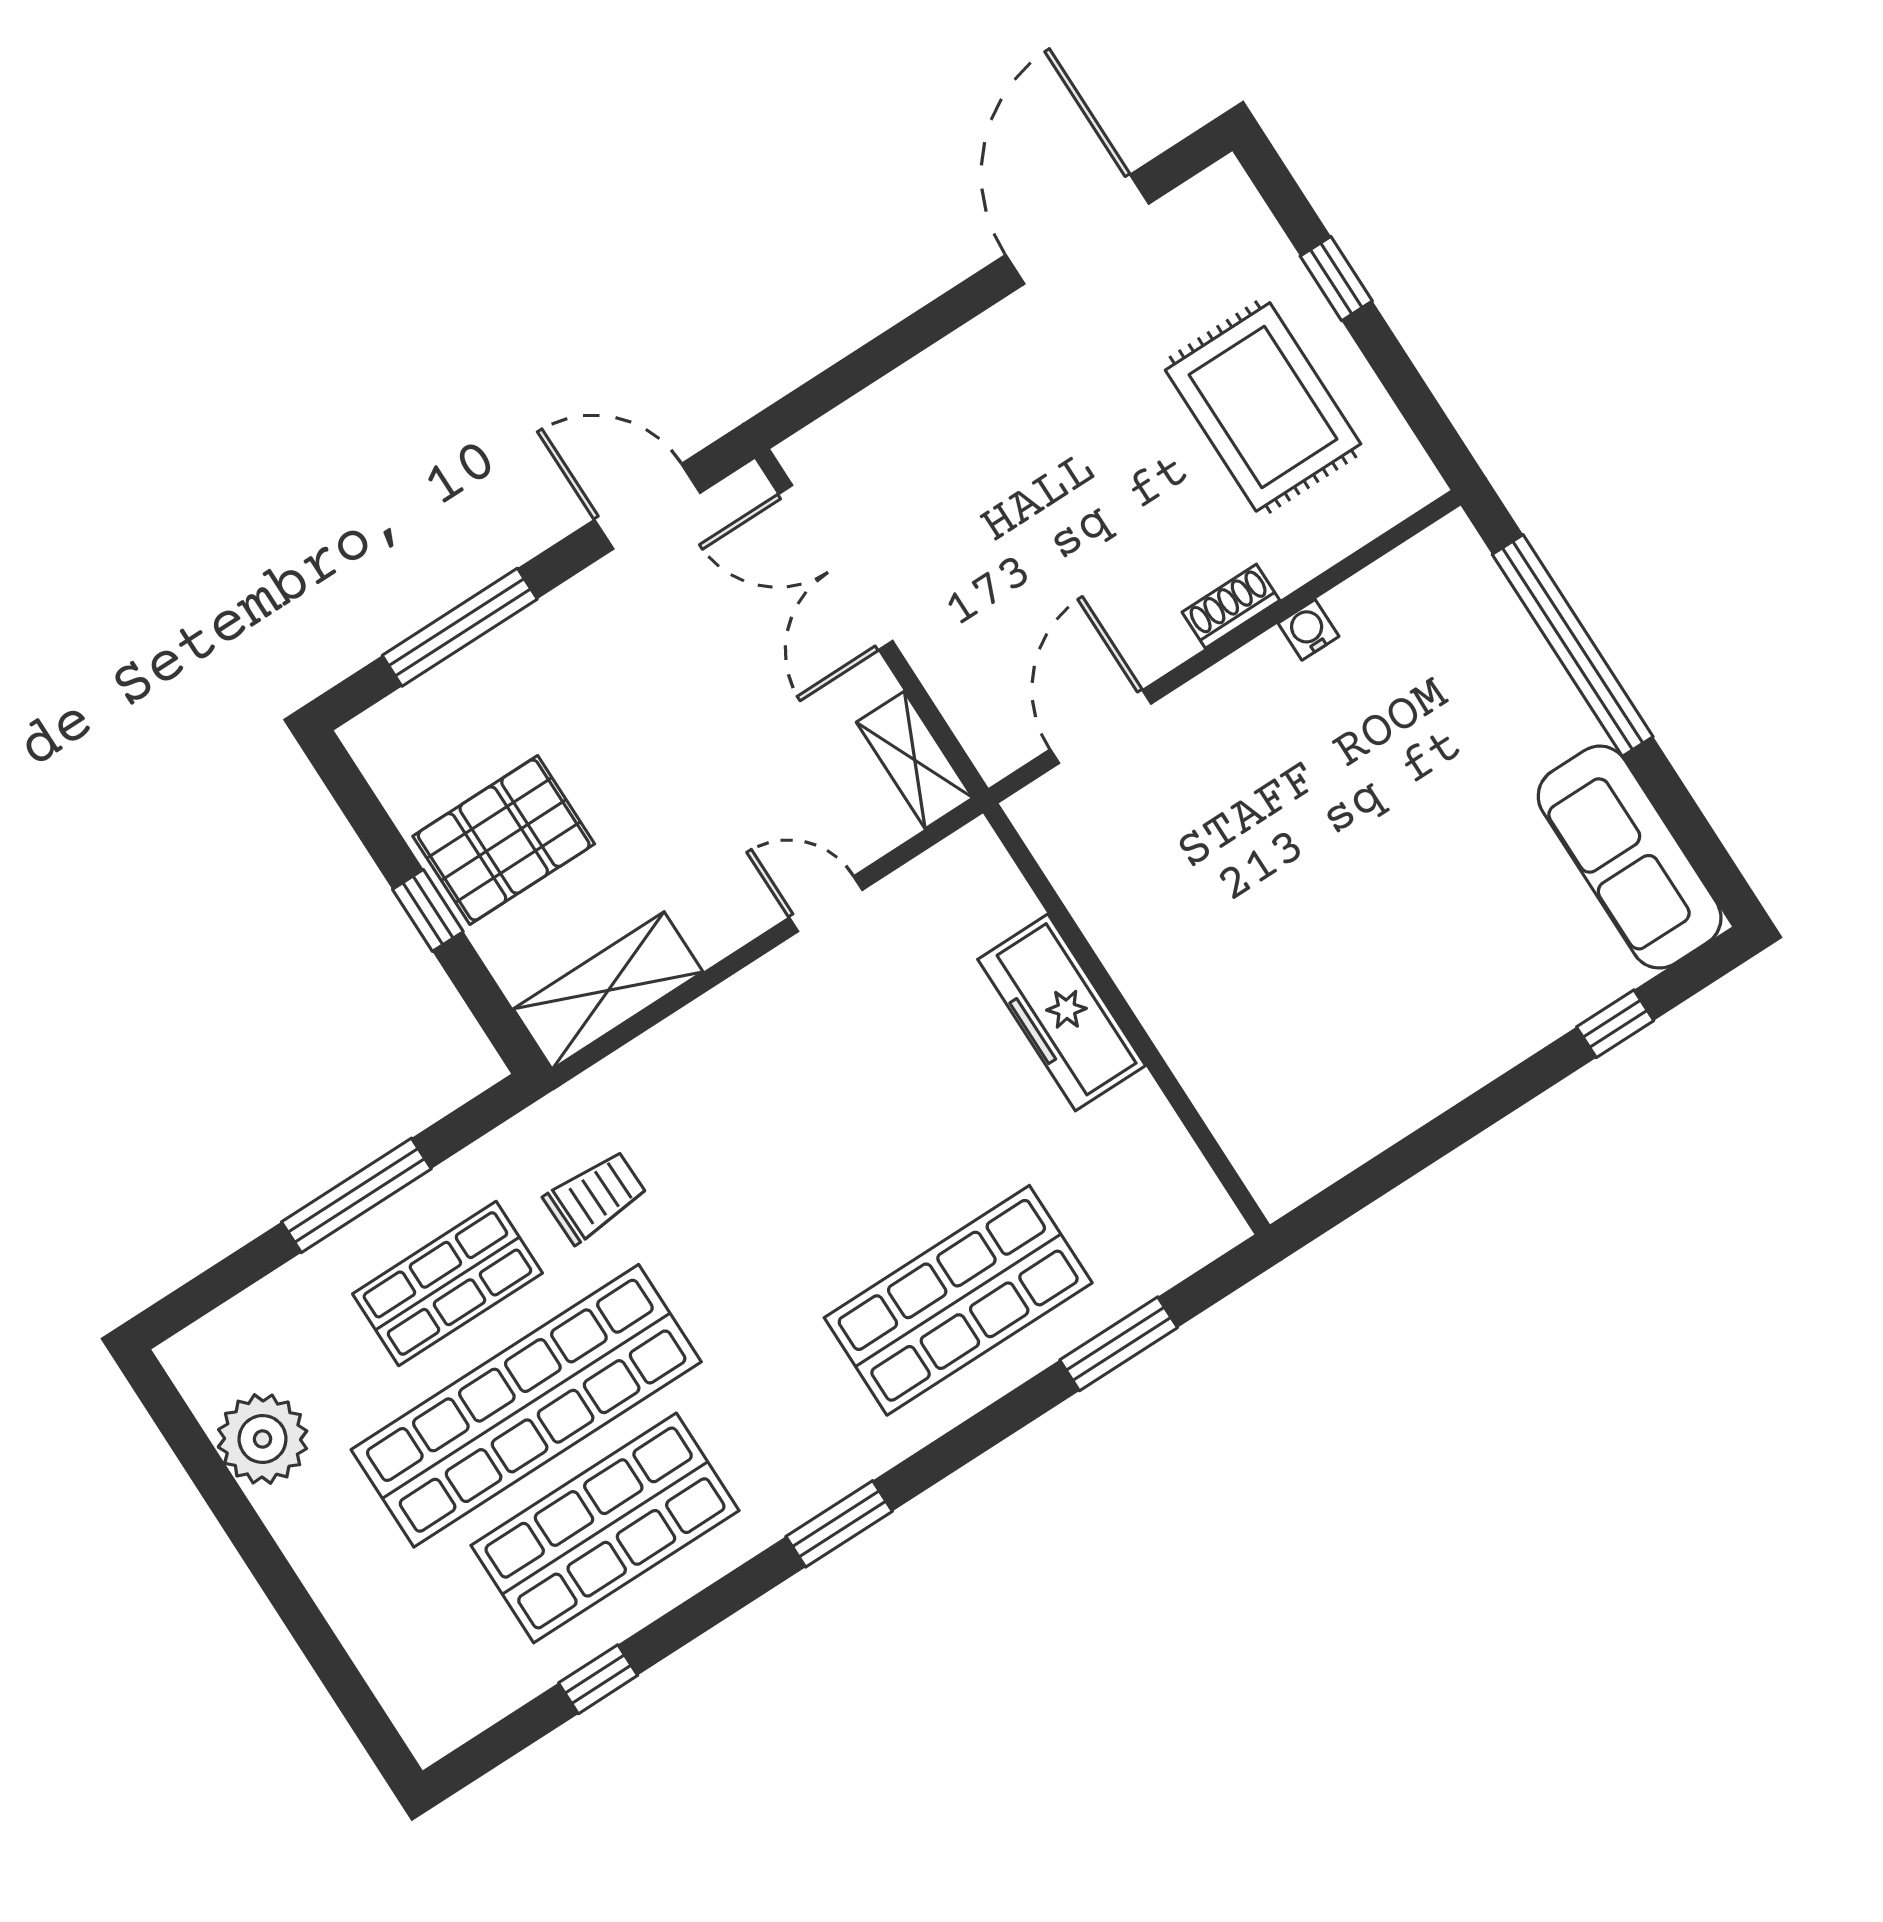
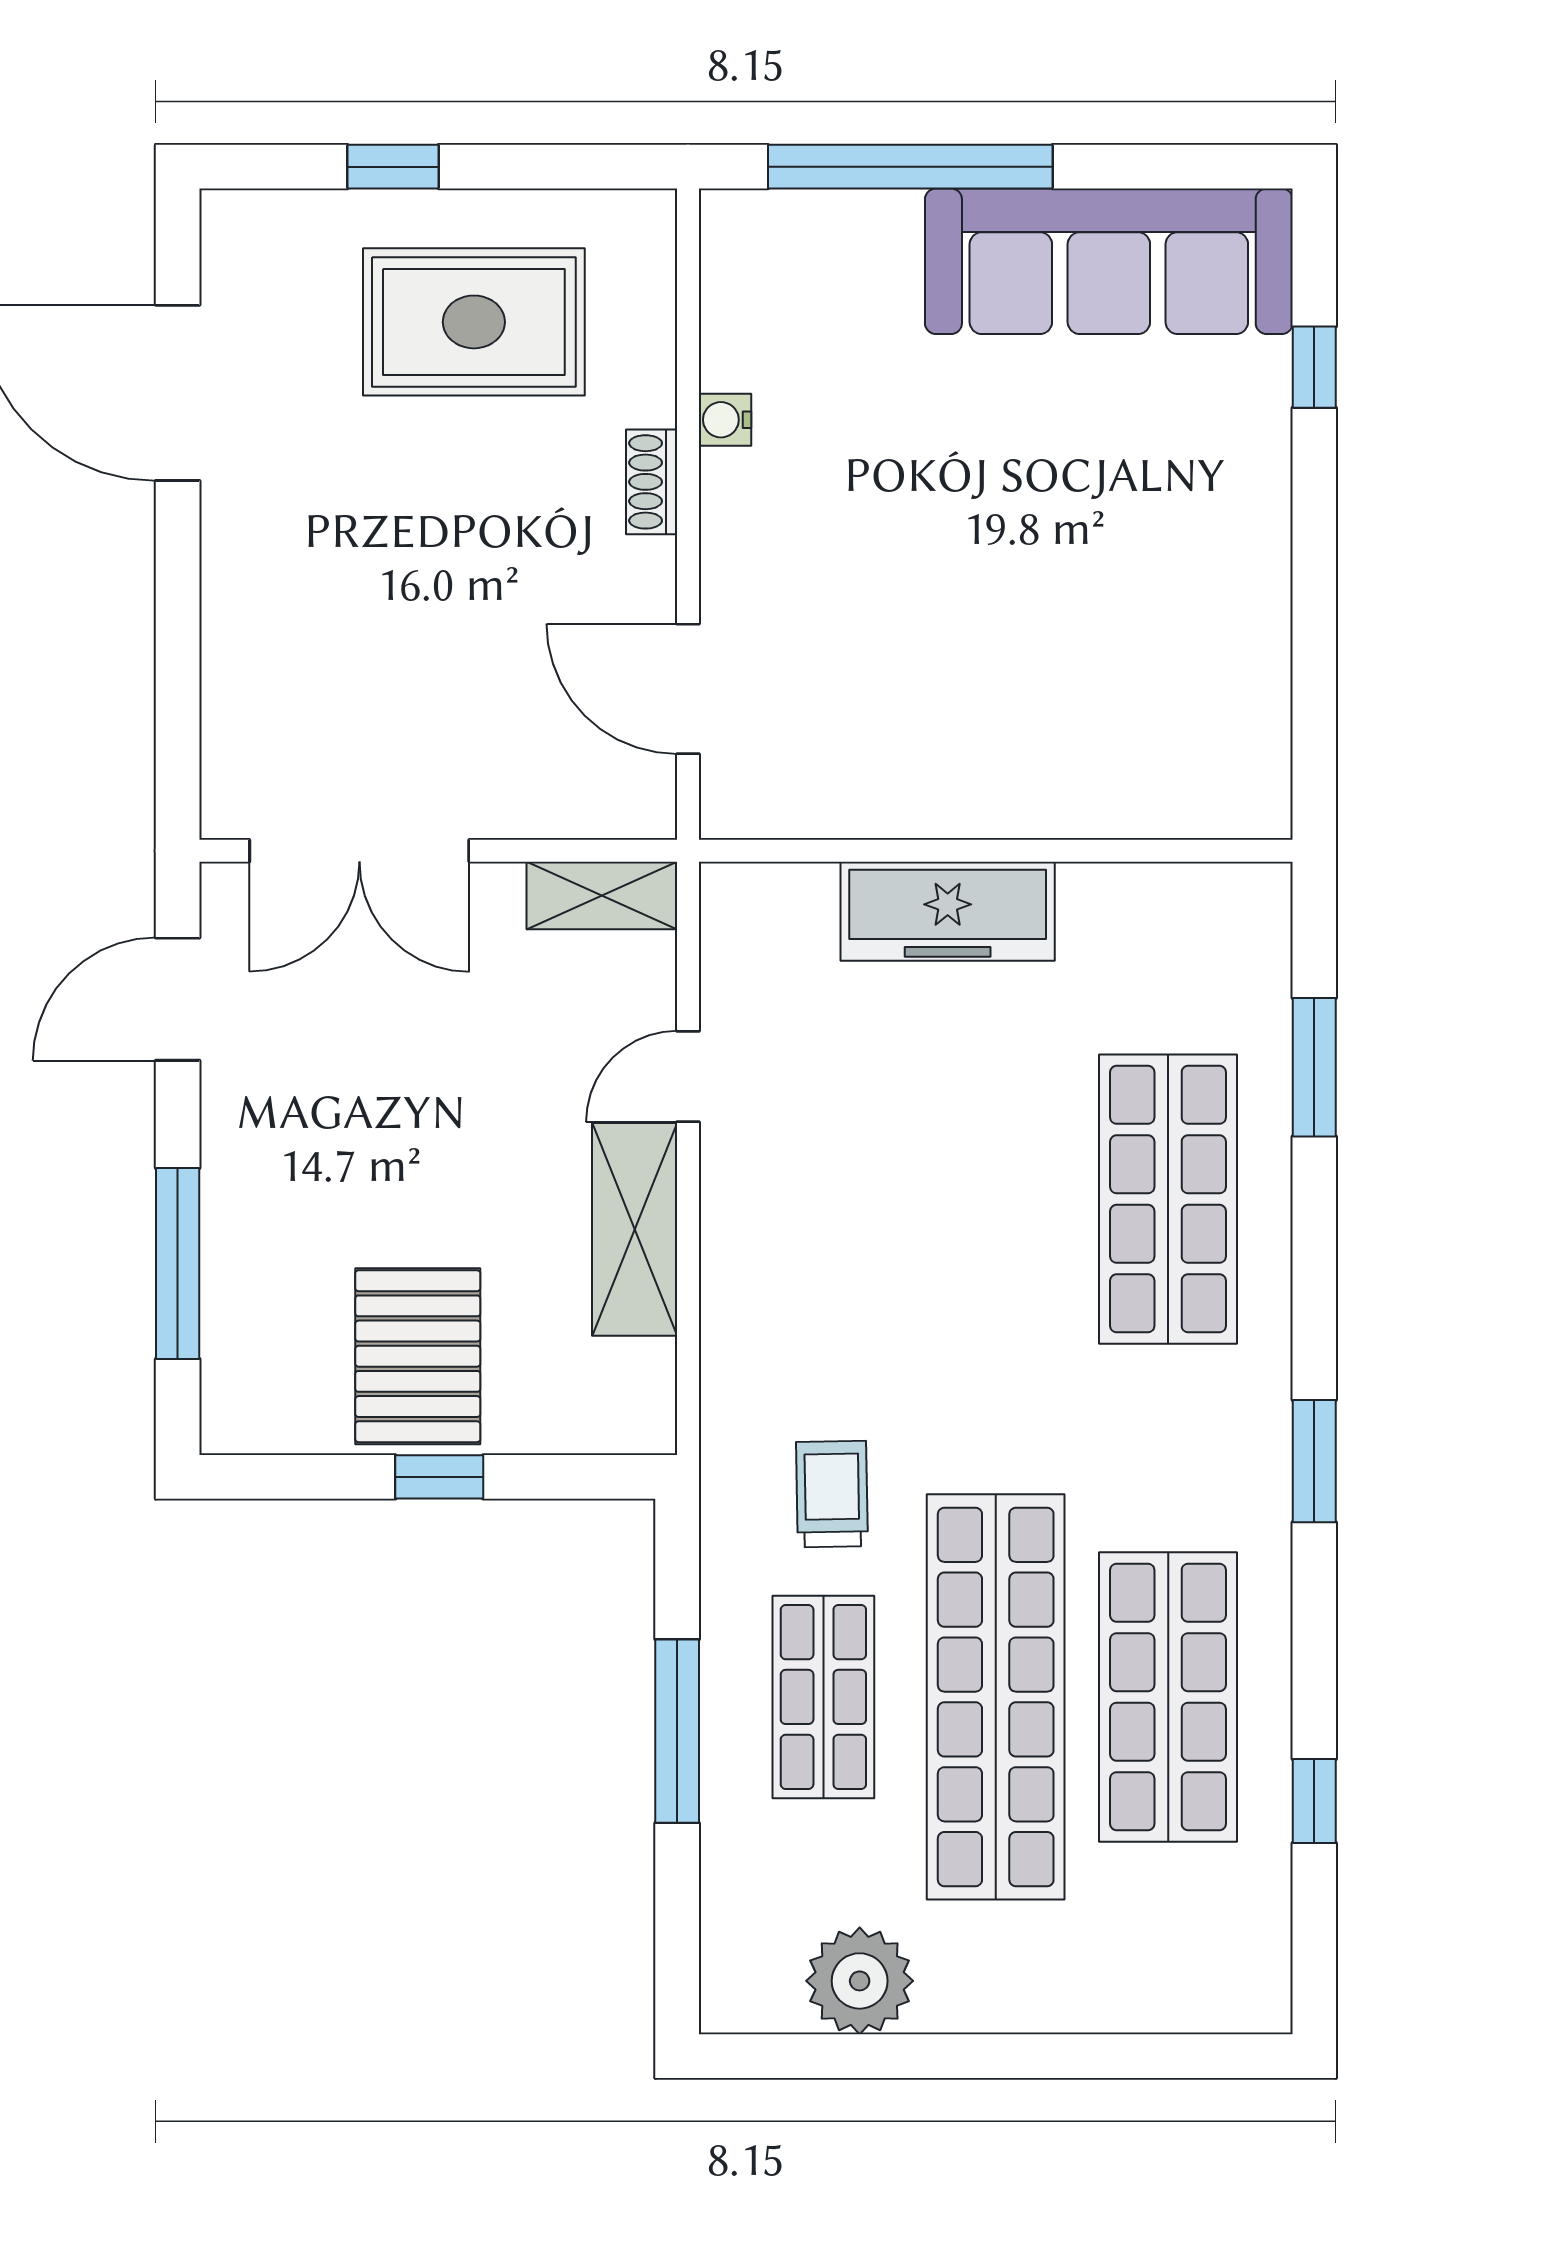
sofa: (1630, 857) -> (1109, 261), width x1.36, depth x1.27
shelving: (608, 990) -> (635, 1229), moved

